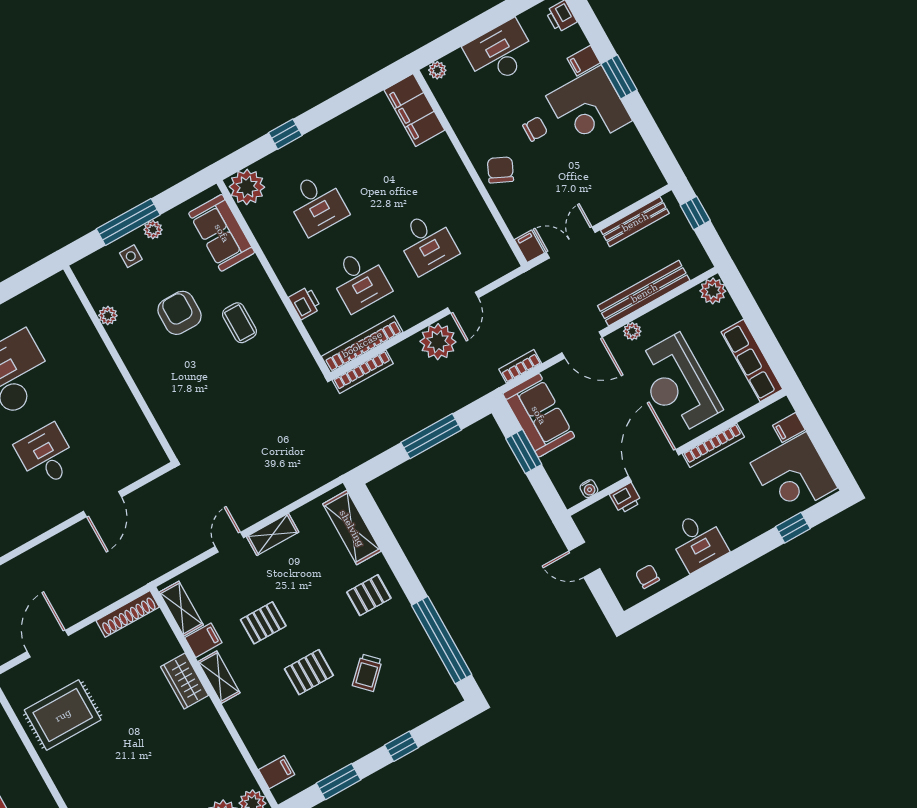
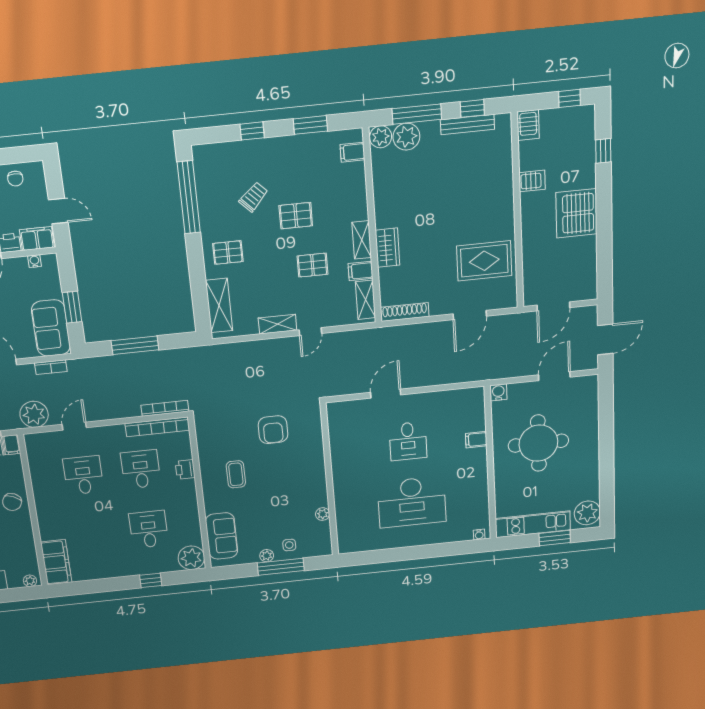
armchair: (179, 313) -> (273, 430), moved
plant: (438, 342) -> (34, 414), moved
filing cabinet: (596, 517) -> (37, 239), added

